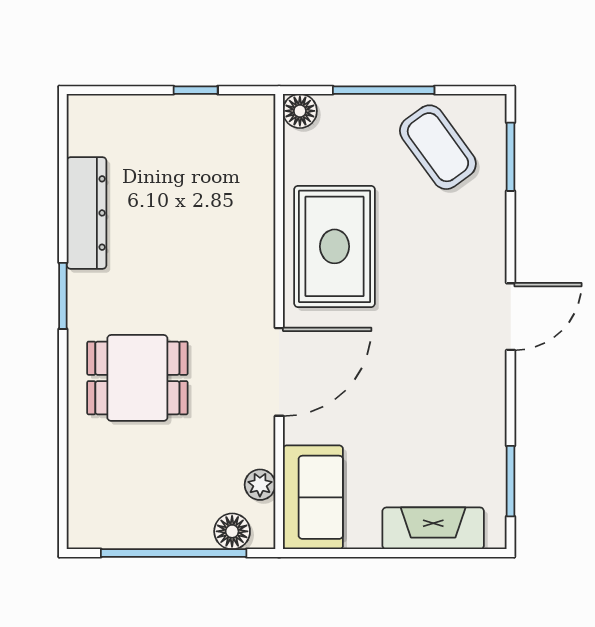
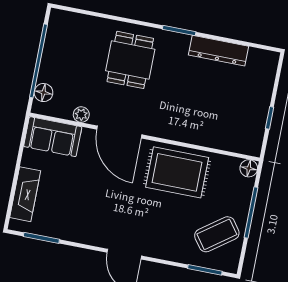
plant: (260, 485) -> (81, 115), moved

